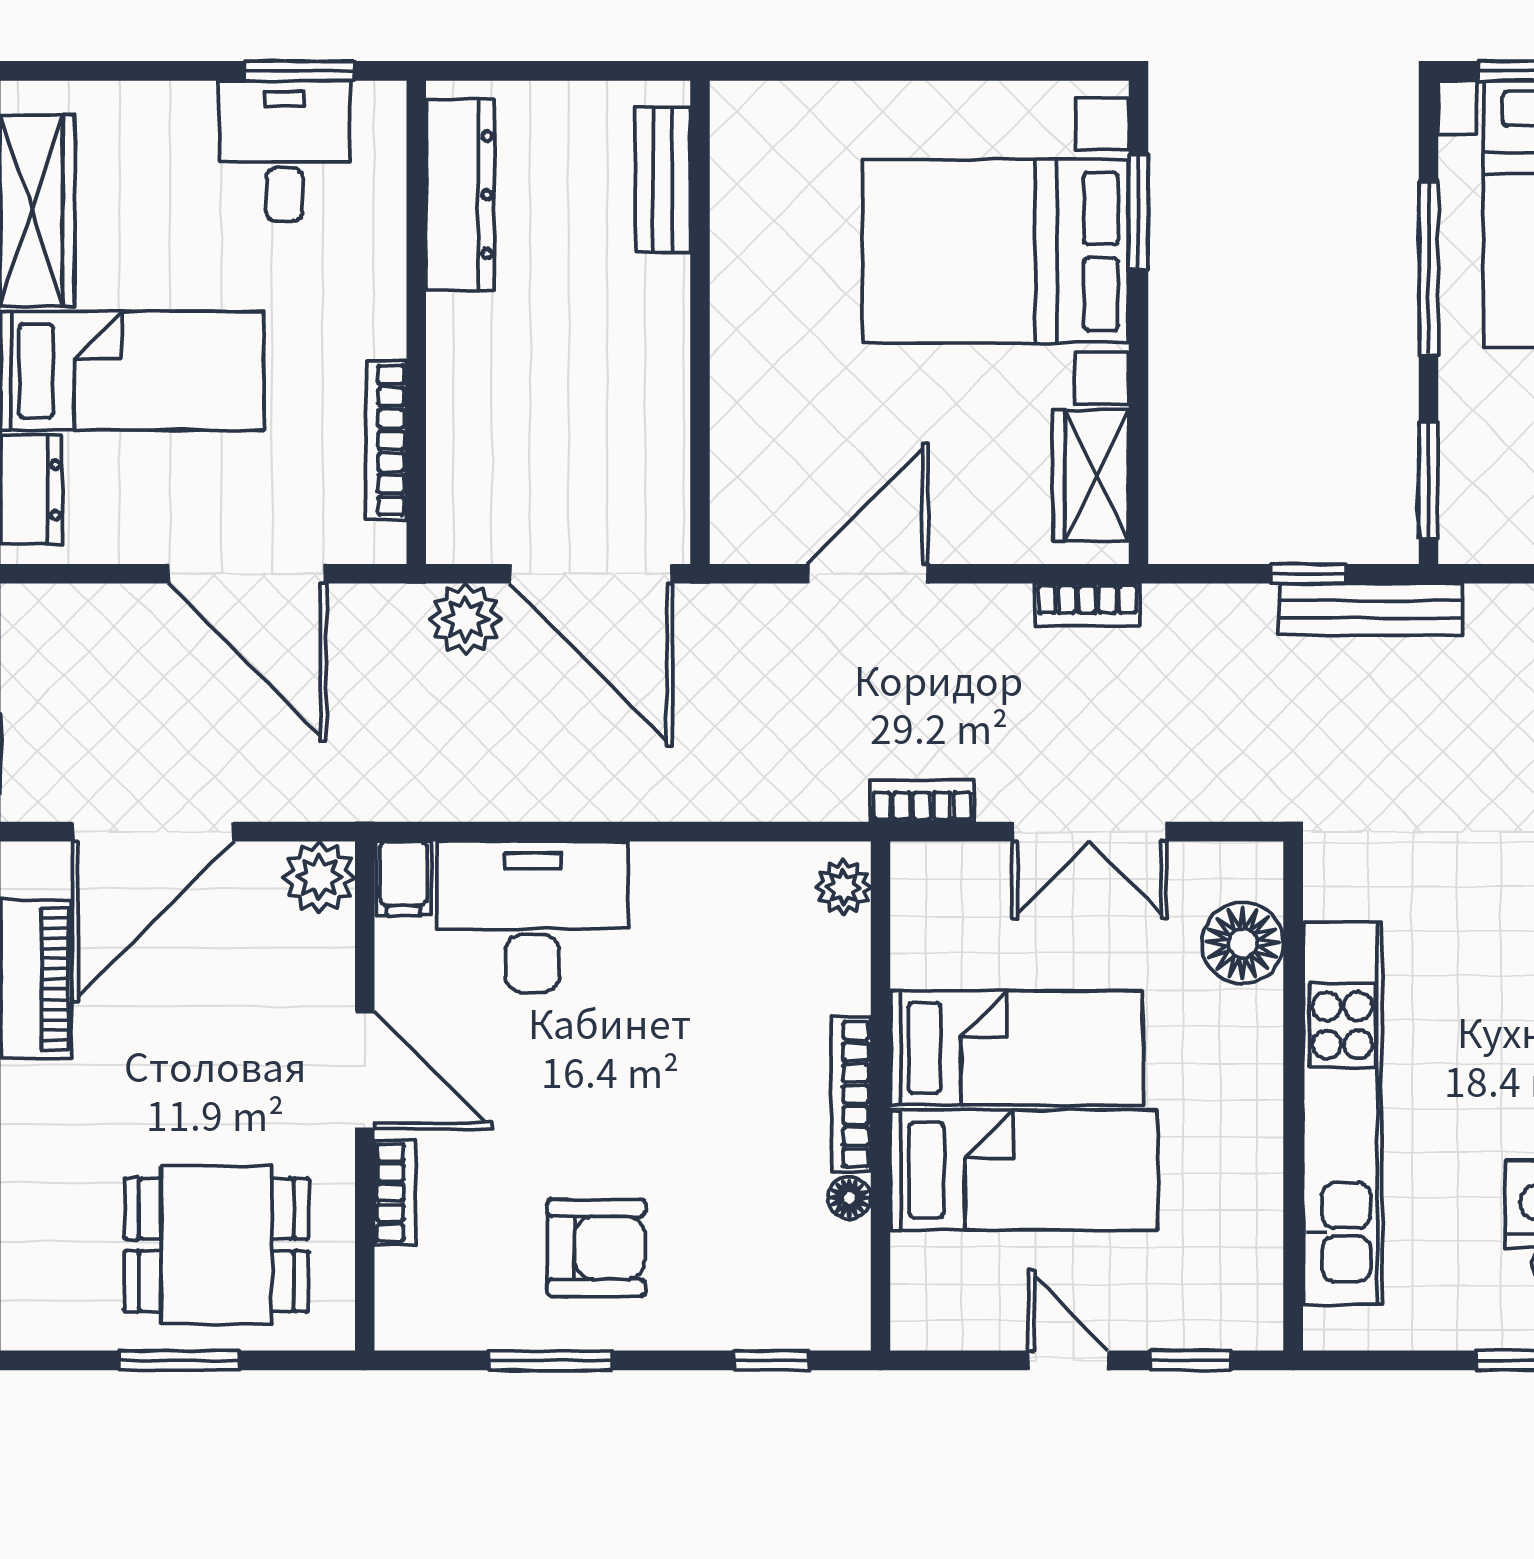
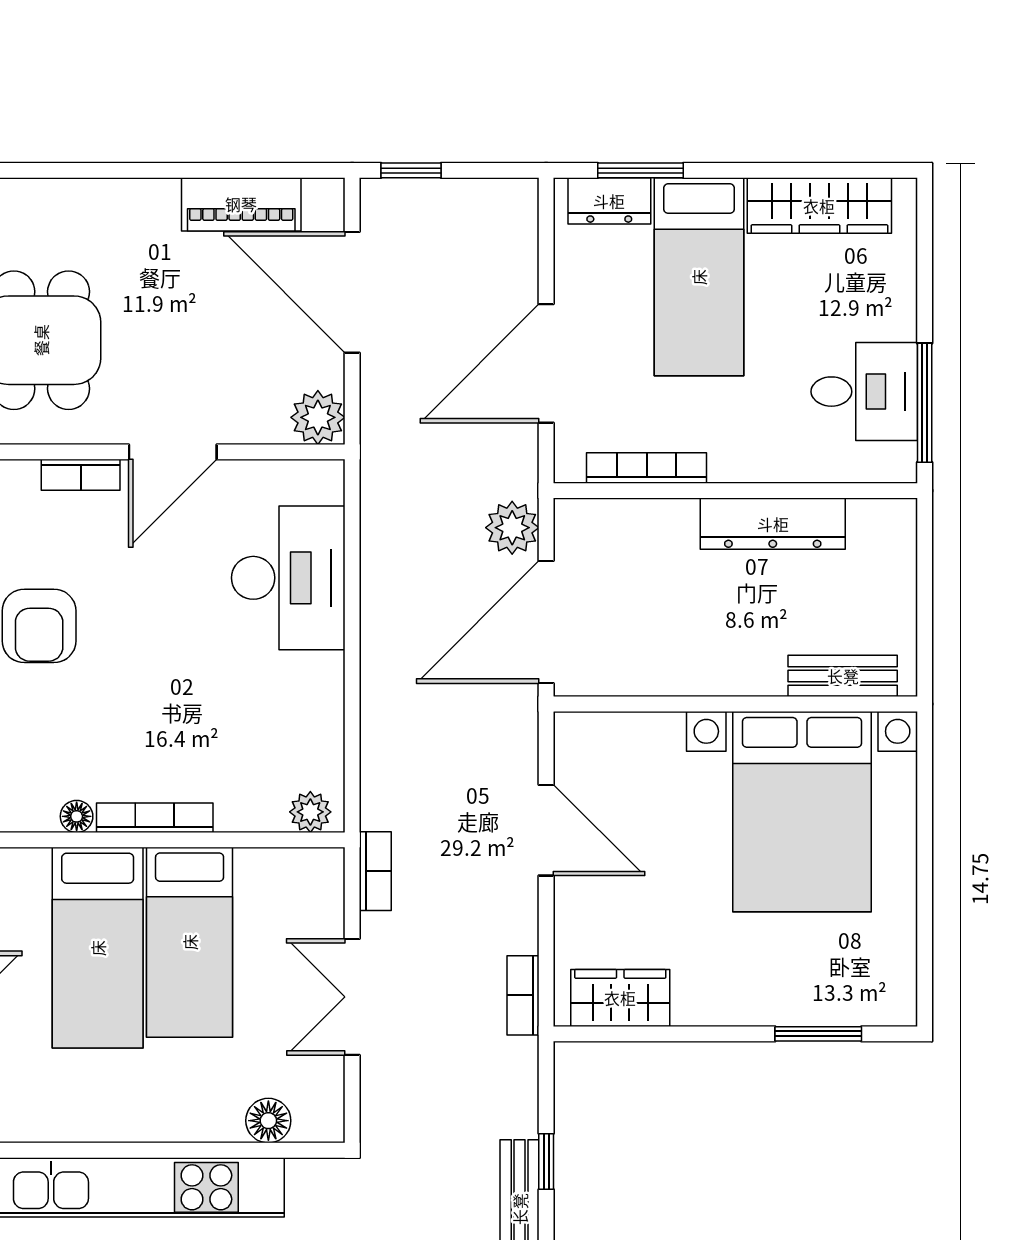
window: (299, 71) -> (925, 403), width x1.44
dresser: (460, 195) -> (773, 524), moved
bed with nightstands: (995, 251) -> (802, 812), moved, turned 180
filing cabinet: (404, 878) -> (317, 481), removed
floor lamp: (1243, 943) -> (268, 1121), width x0.73, depth x0.73

